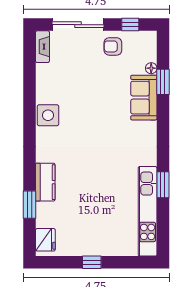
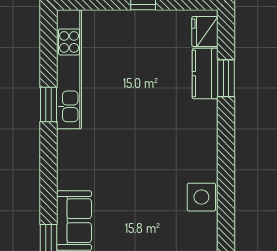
kitchen counter: (45, 182) -> (205, 74), moved

